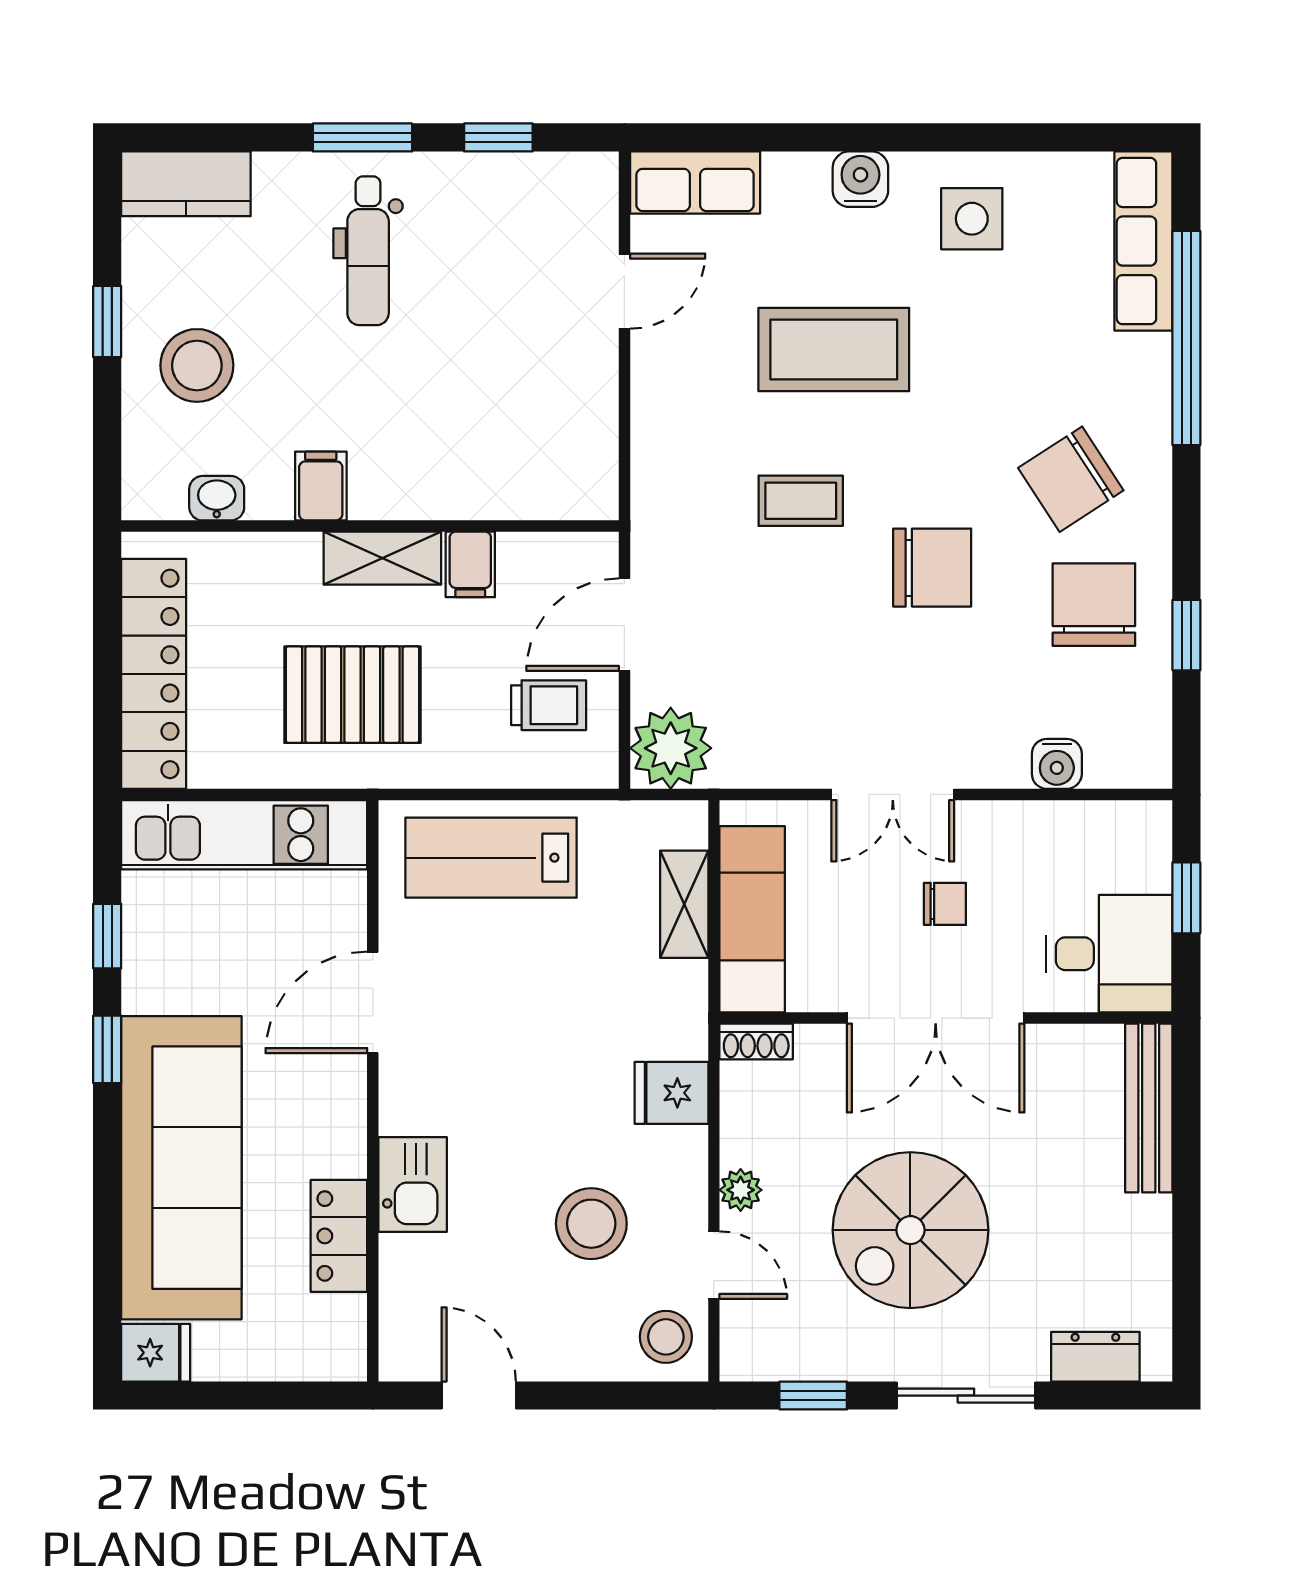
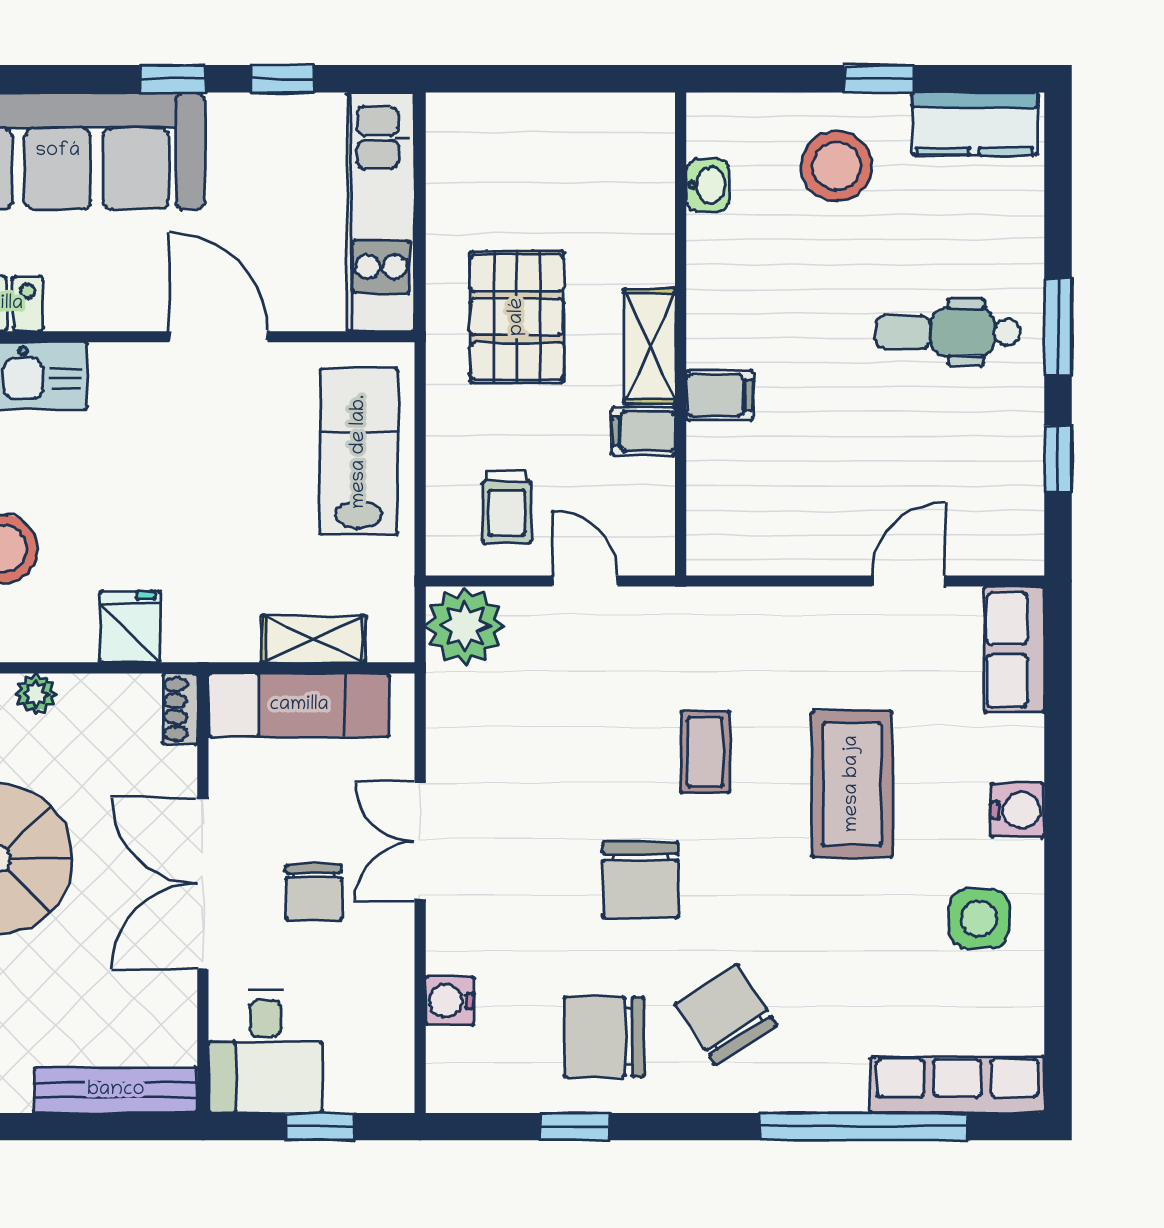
kitchen counter: (186, 184) -> (975, 124), moved, turned -90
door: (624, 291) -> (909, 581), swing flipped
filing cabinet: (321, 486) -> (720, 395), moved
chair: (1094, 605) -> (604, 1037), turned 180
door: (624, 625) -> (585, 581), width x0.73
locker: (154, 674) -> (537, 124), removed
chair: (945, 904) -> (314, 892), width x1.37, depth x1.37

